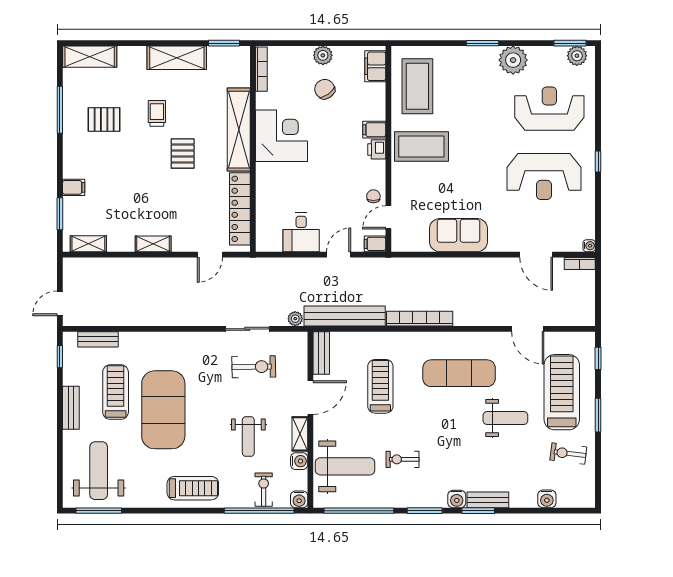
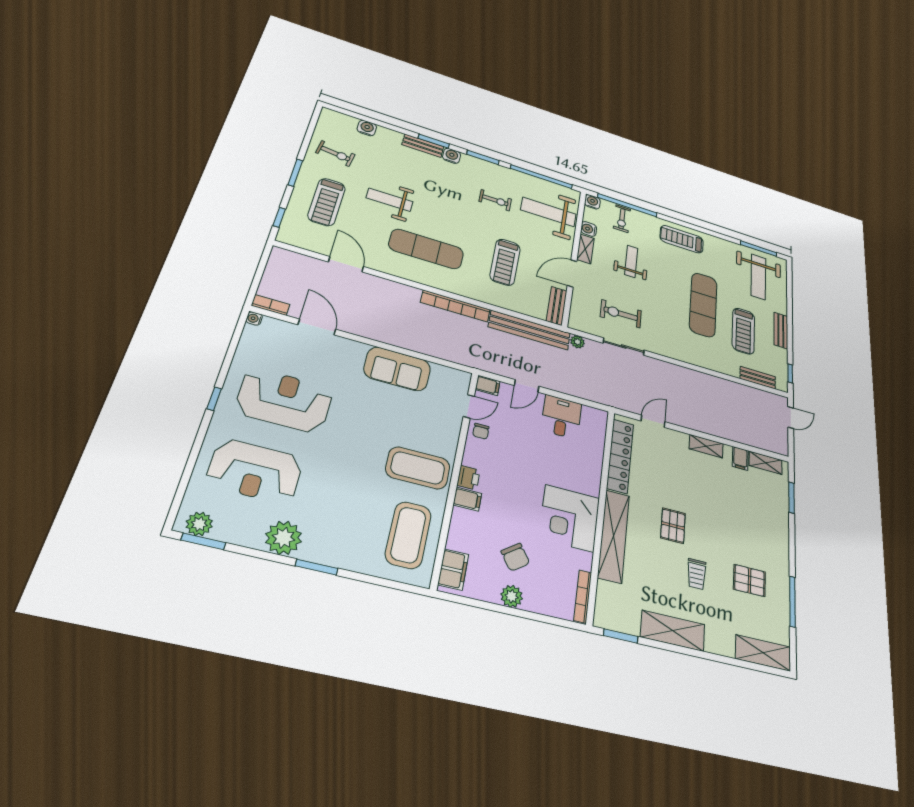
filing cabinet: (74, 187) -> (740, 458), moved, turned -90
treadmill: (562, 392) -> (327, 202), width x0.73, depth x0.73
exercise mat: (163, 410) -> (703, 305), width x0.68

